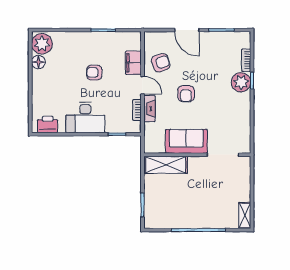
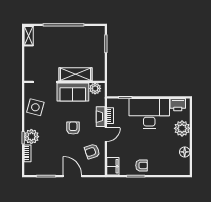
plant: (42, 44) -> (182, 128), moved
filing cabinet: (133, 63) -> (113, 166), moved
armchair: (94, 73) -> (142, 165), moved
door: (142, 85) -> (106, 135), swing flipped
desk: (85, 118) -> (149, 113), width x1.36, depth x1.30
side table: (236, 121) -> (35, 107), added
plant: (157, 146) -> (95, 88), added
shelving: (166, 165) -> (76, 74), moved

